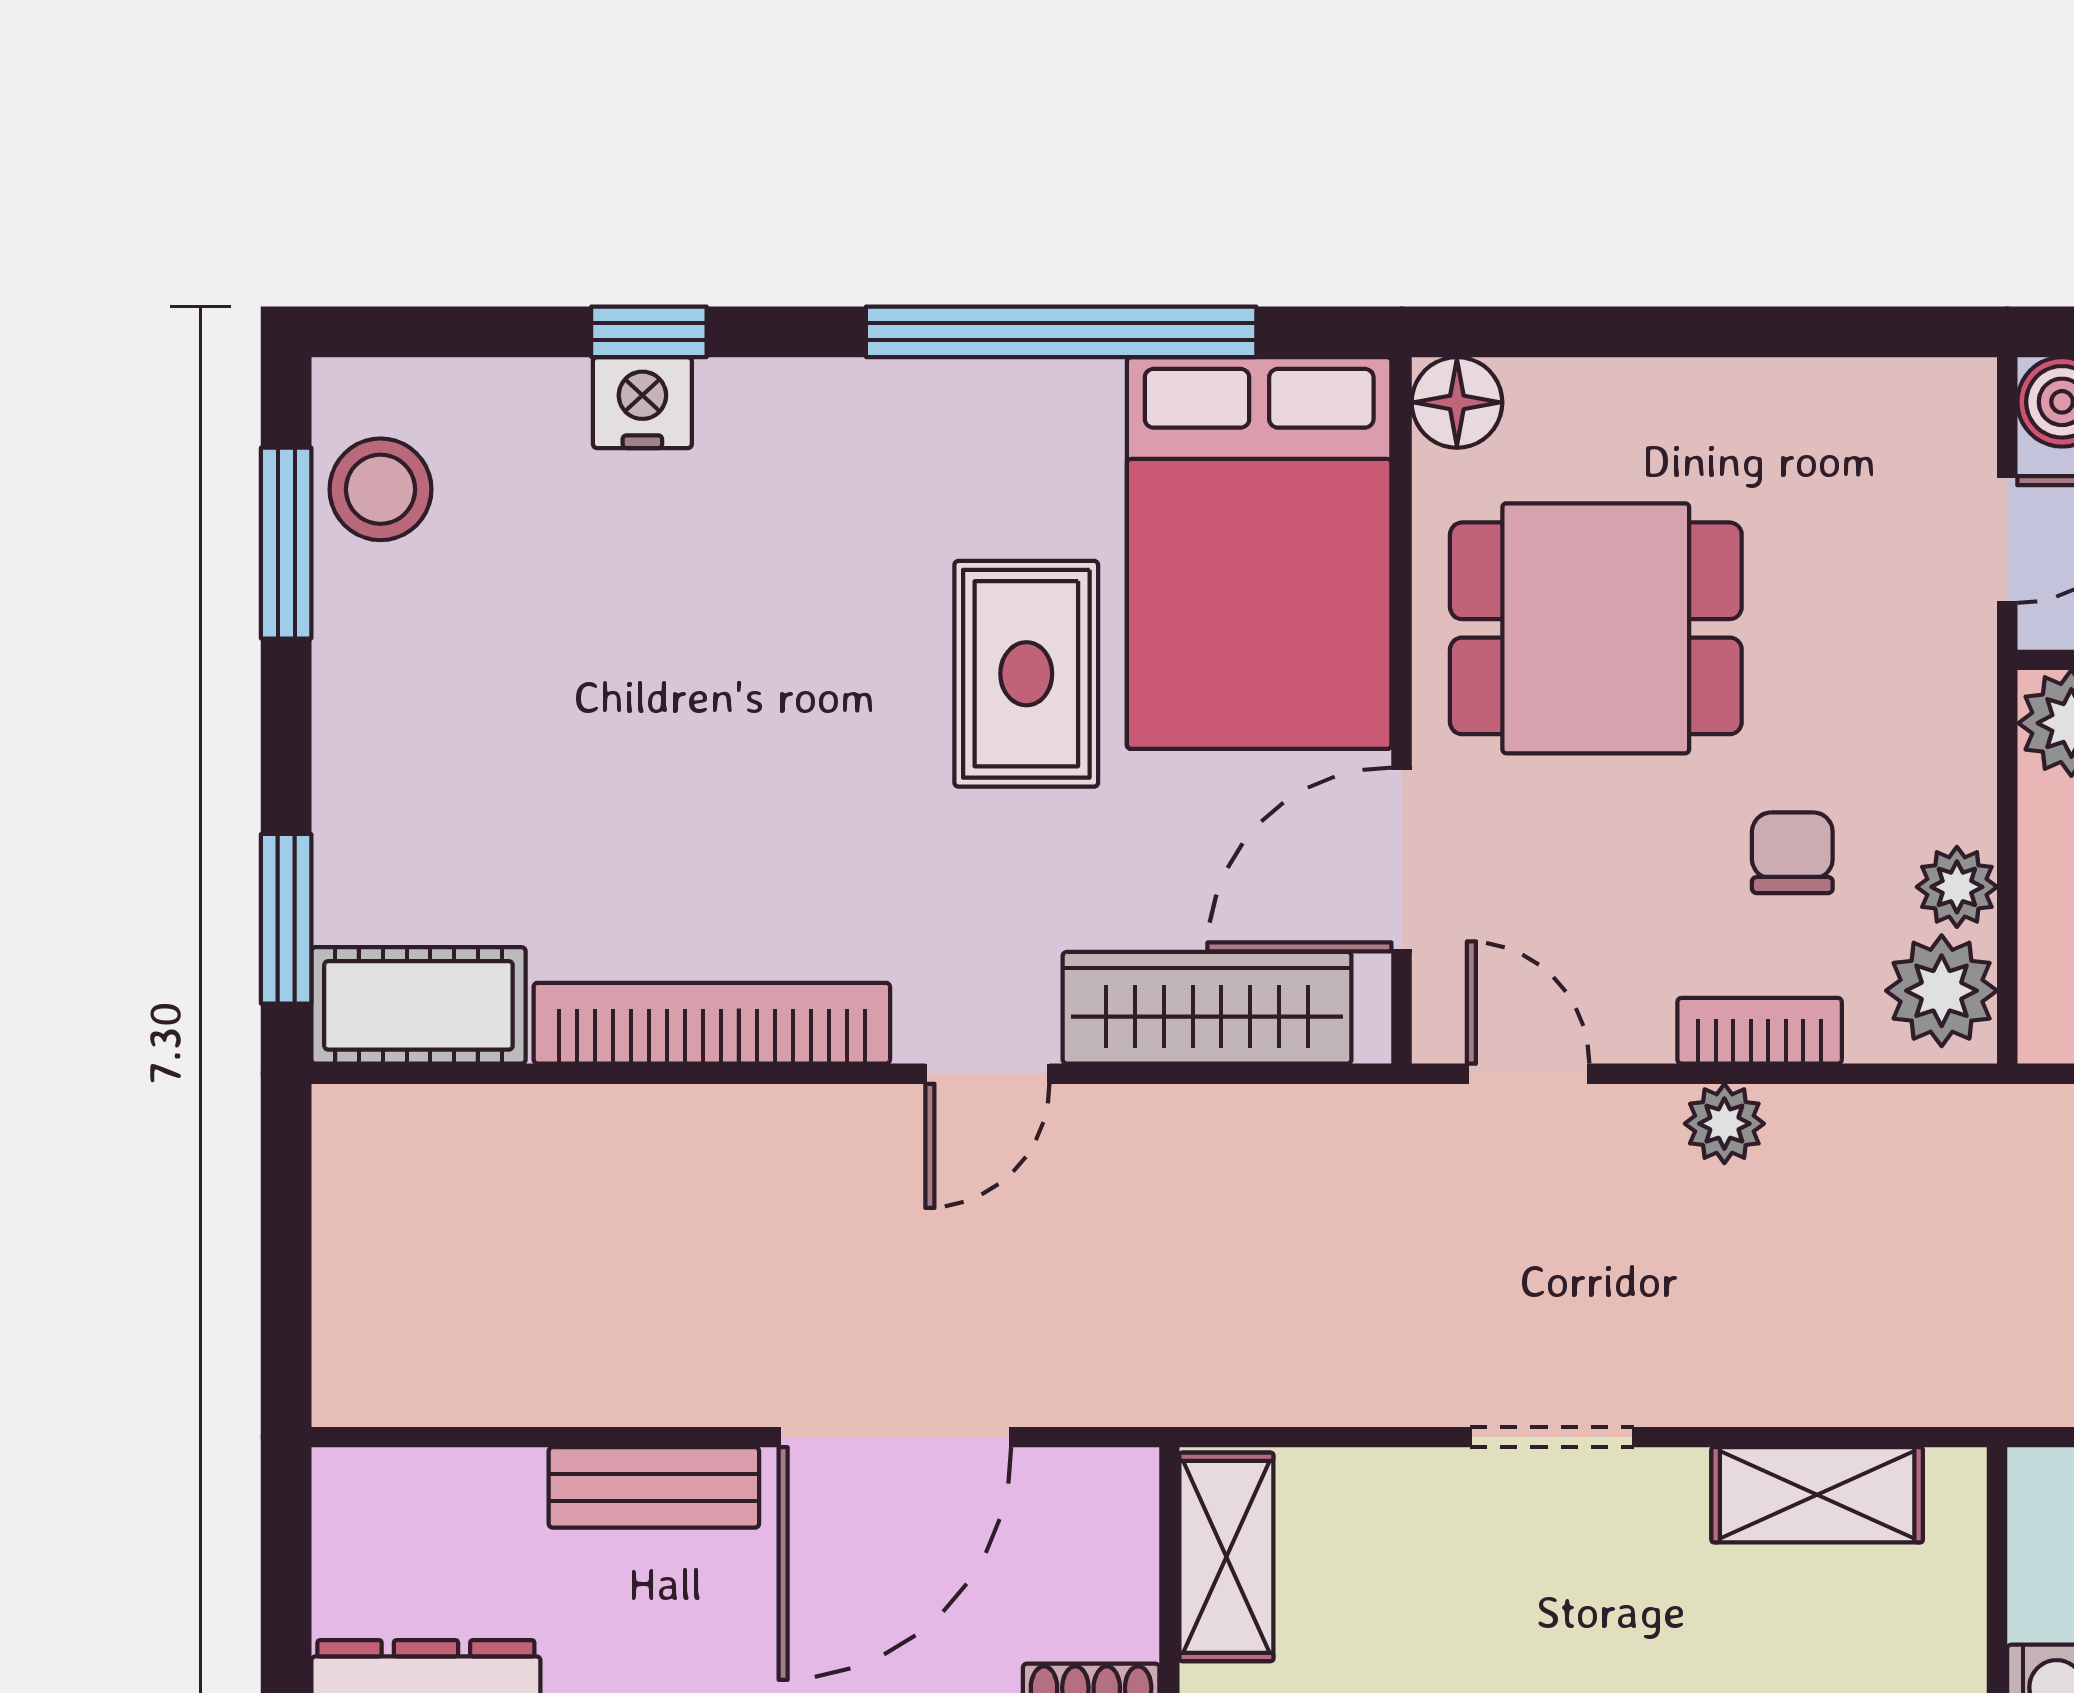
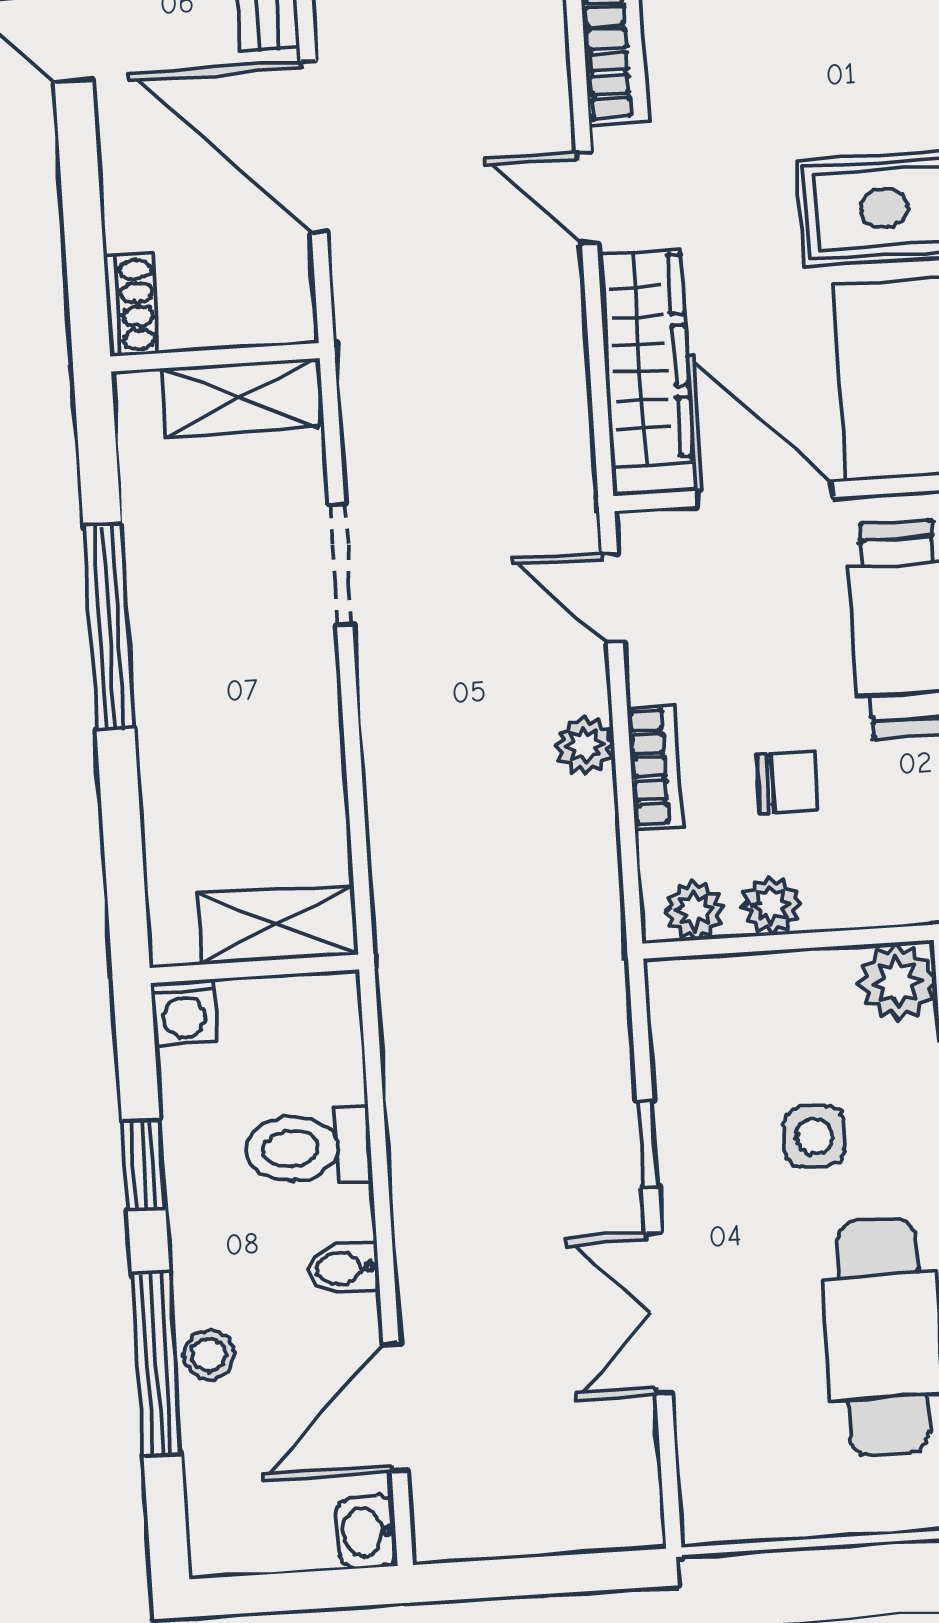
plant: (1942, 991) -> (694, 910), width x0.73, depth x0.73
door: (1528, 1074) -> (612, 598), swing flipped
doorway: (1552, 1437) -> (341, 565), moved
shelving: (1817, 1495) -> (278, 924), moved, turned 90

